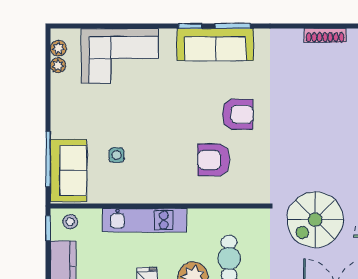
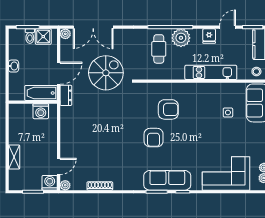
armchair: (238, 114) -> (154, 138), turned -90

